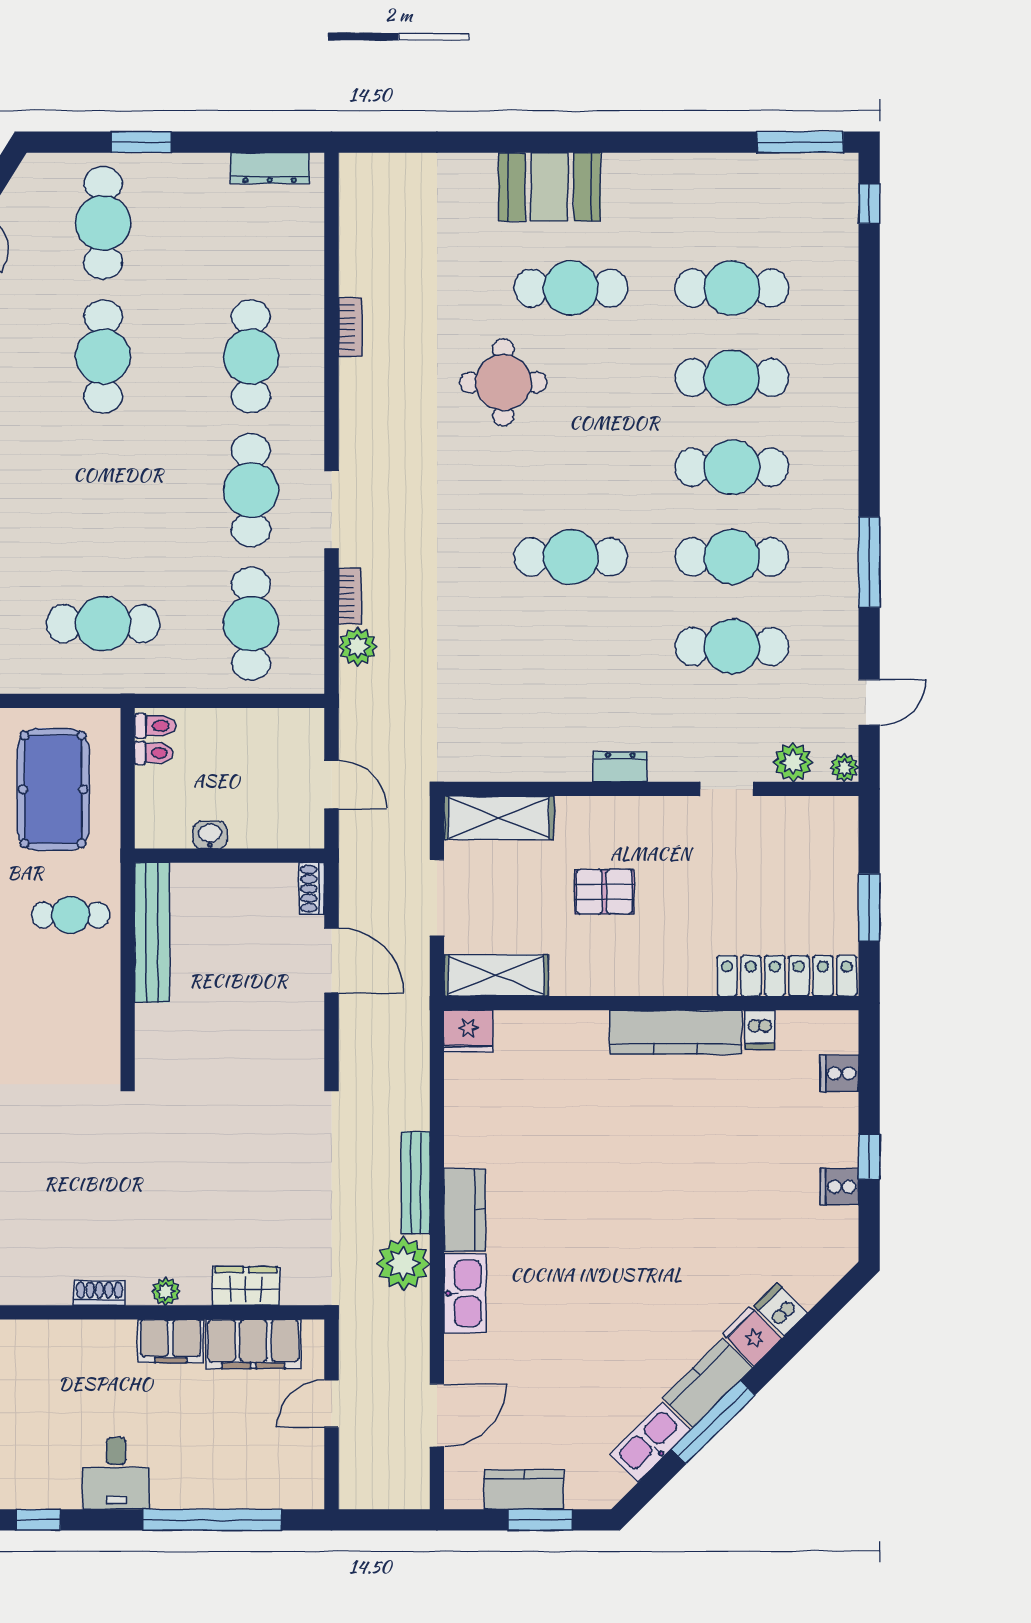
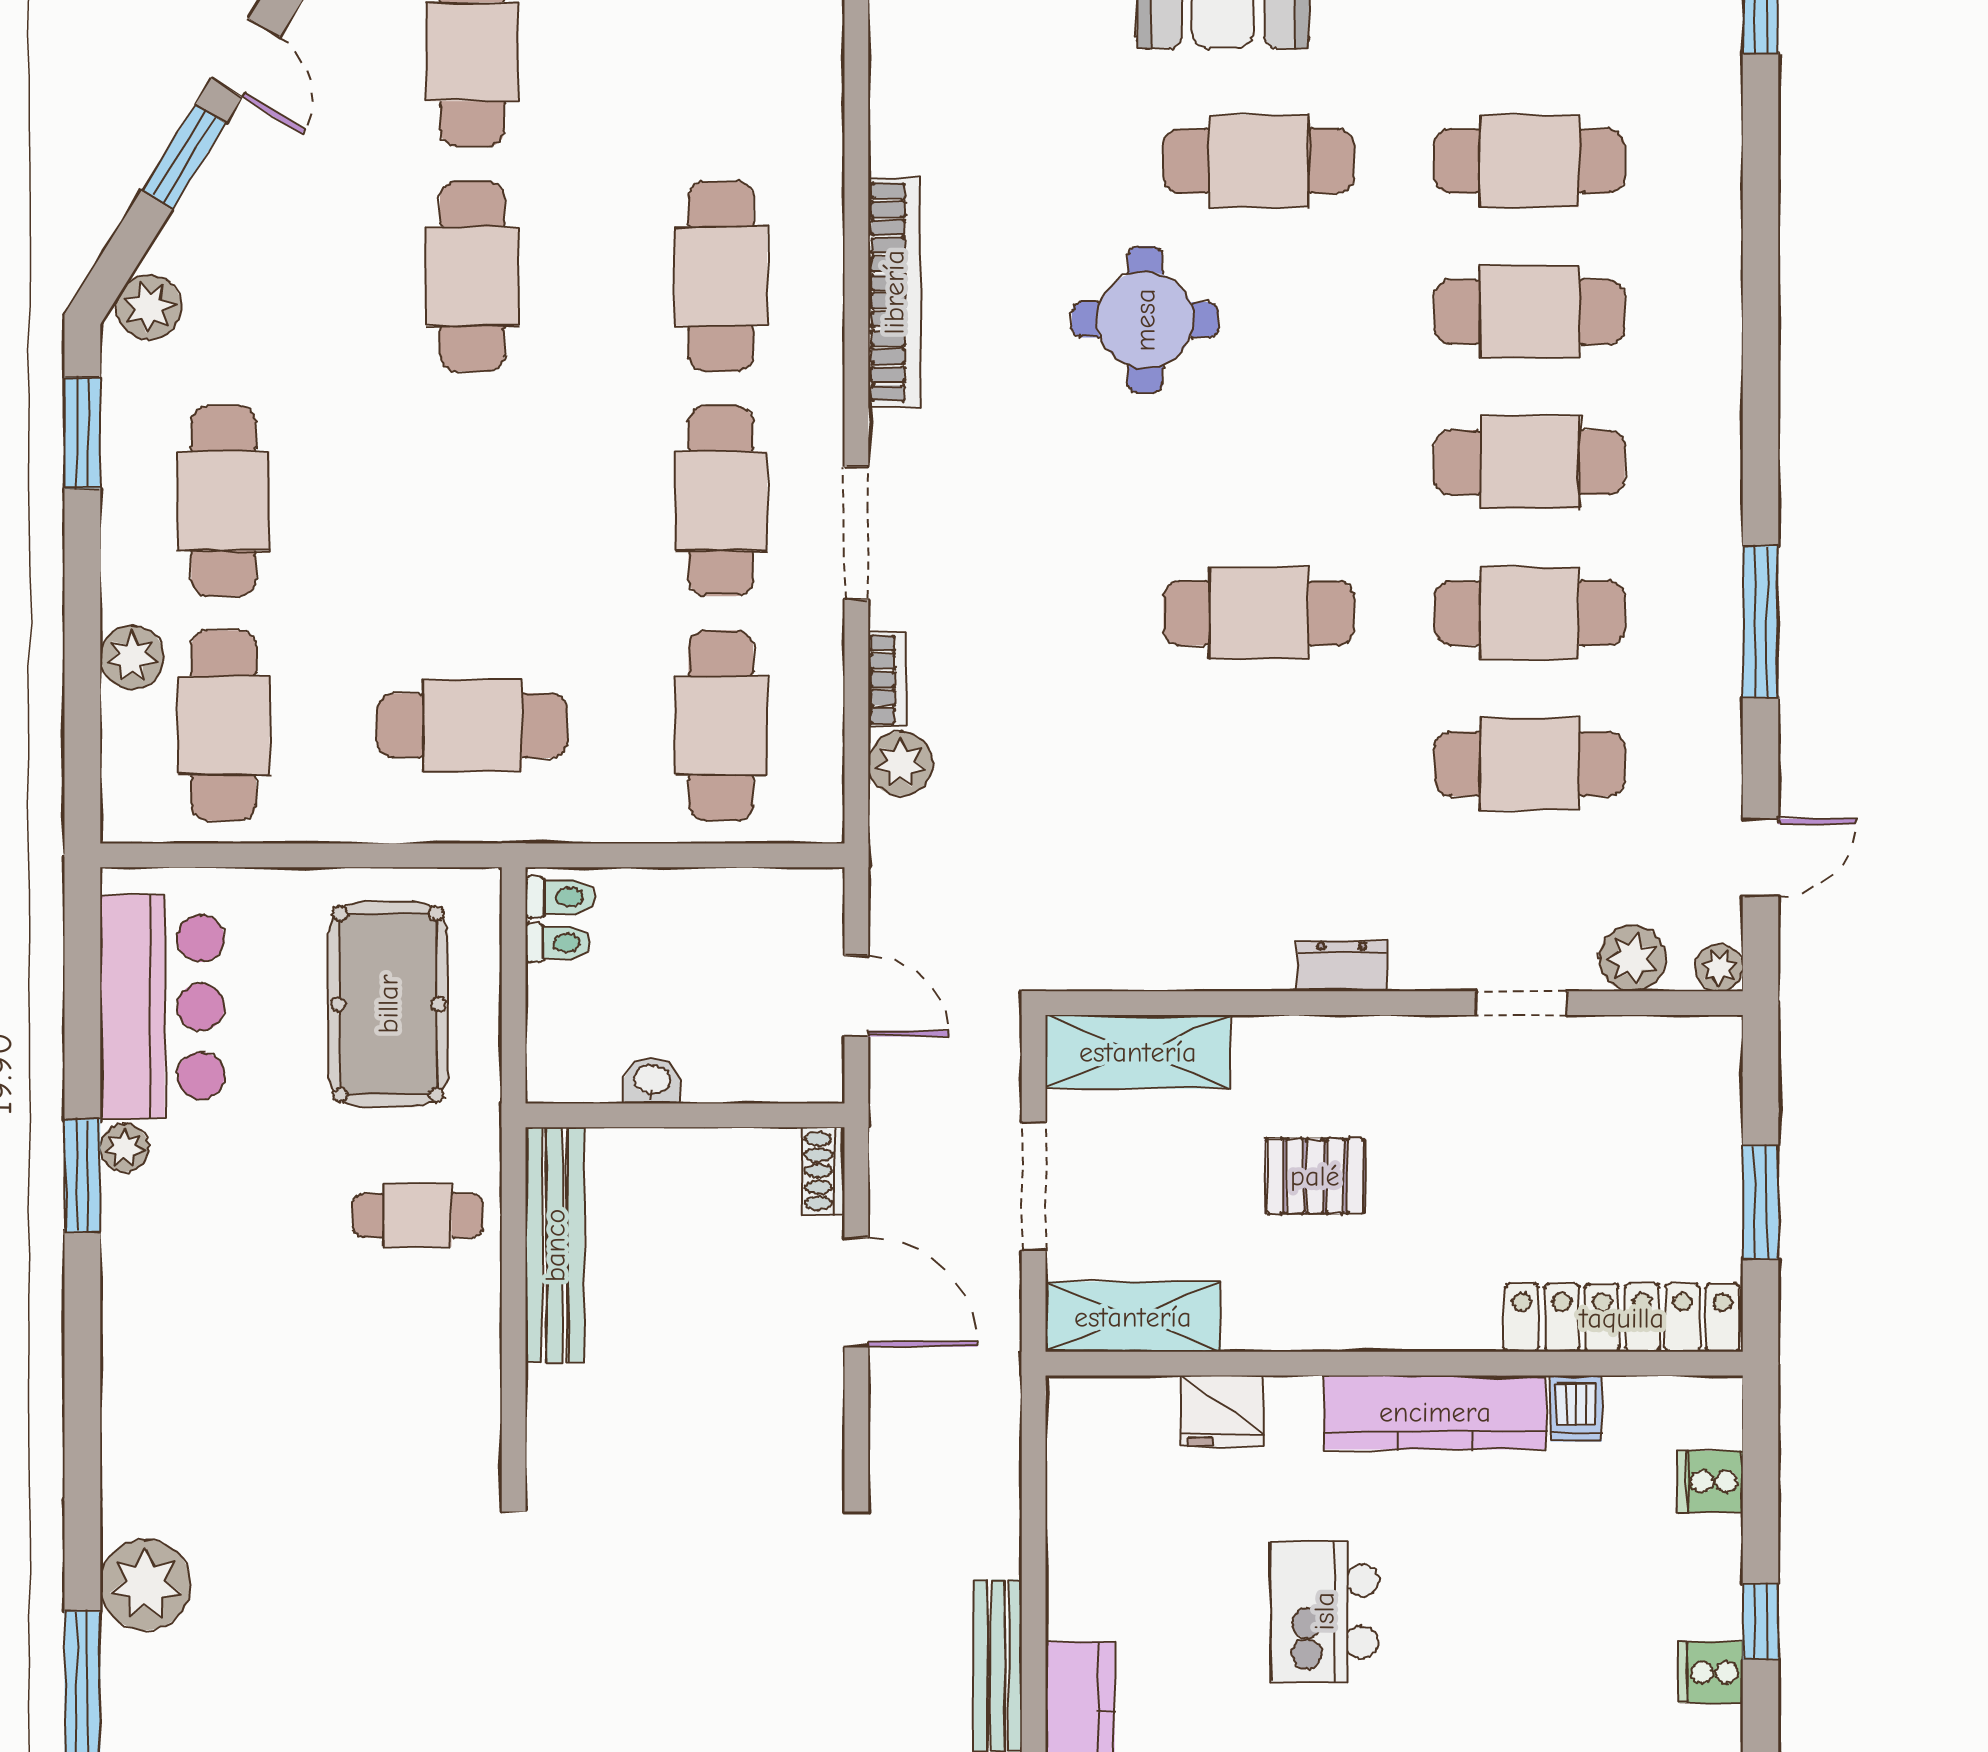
bookcase: (350, 327) -> (894, 292), width x2.31, depth x1.31
fridge: (468, 1031) -> (1222, 1411), moved
kitchen island: (610, 1151) -> (1324, 1611), added

